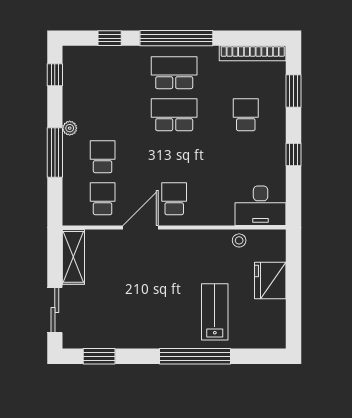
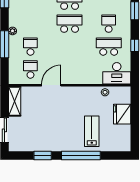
school desk: (174, 199) -> (109, 47), moved, width x1.85
window: (99, 356) -> (43, 156), moved

